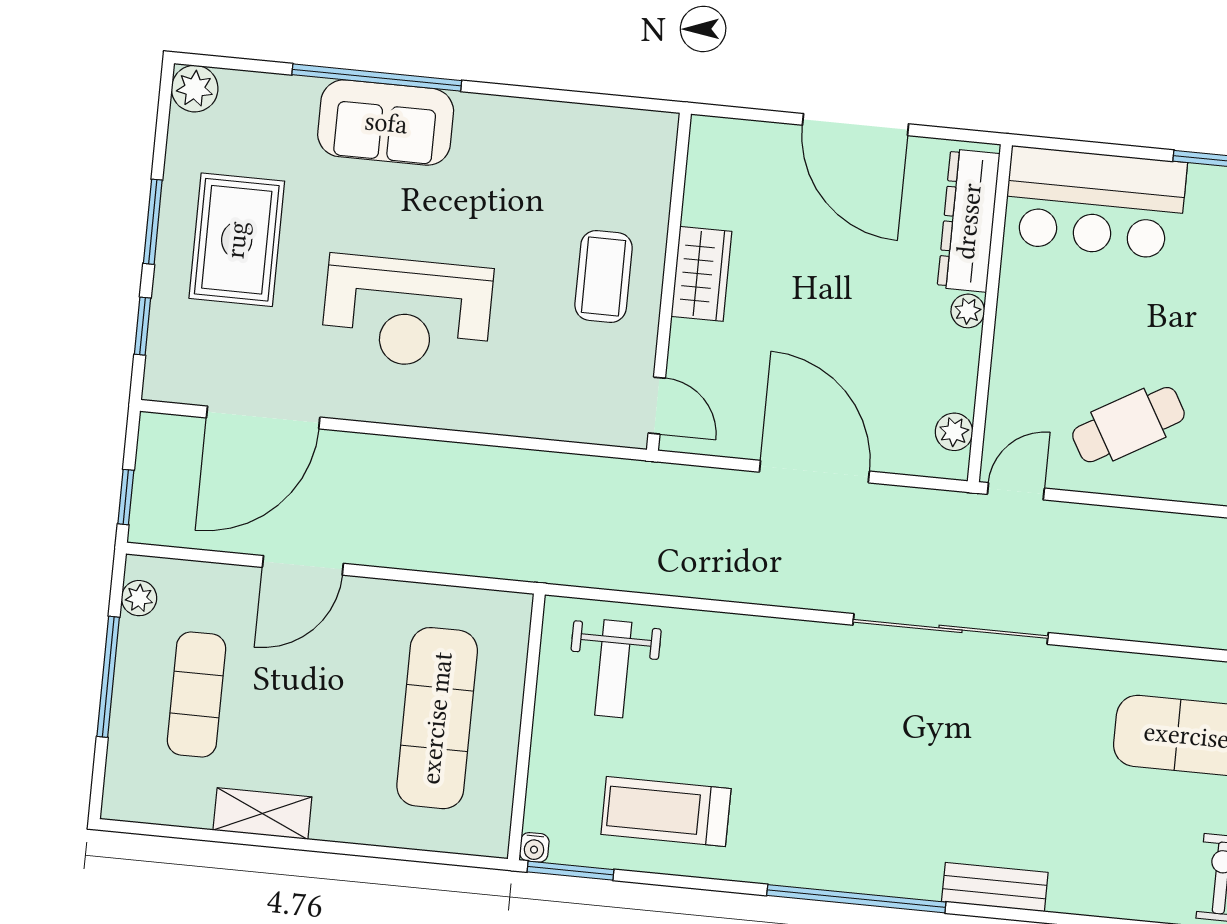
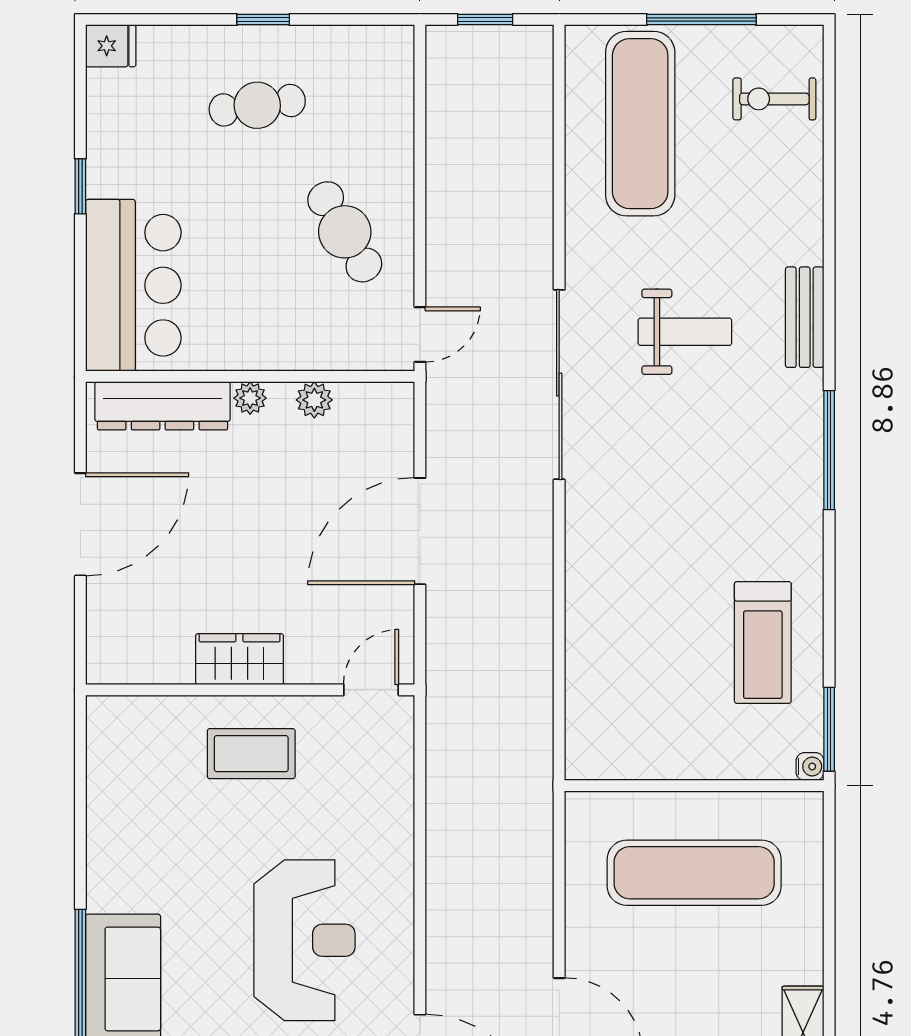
plant: (954, 432) -> (314, 400), moved
door: (1016, 491) -> (420, 334), swing flipped
weight bench: (613, 669) -> (685, 332), moved
window: (856, 899) -> (829, 450), width x0.68

